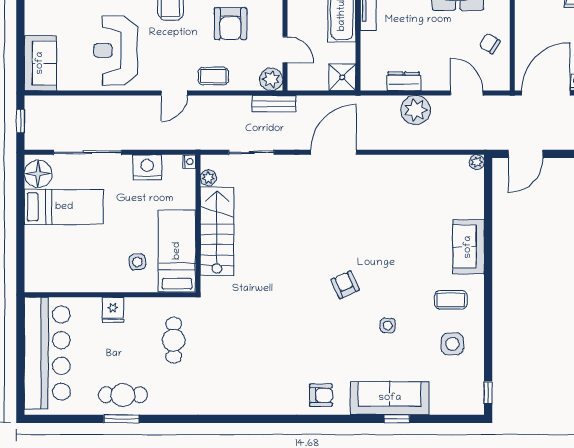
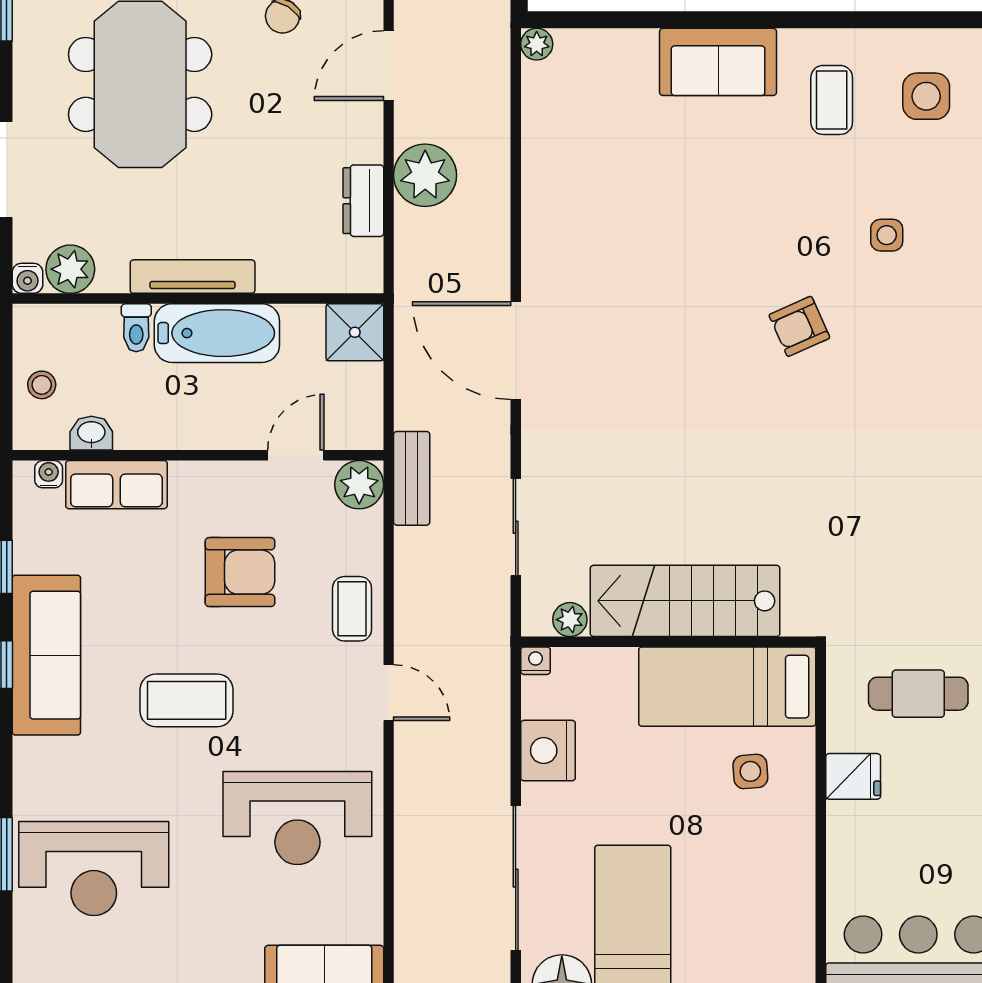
fridge: (113, 310) -> (853, 776), moved

